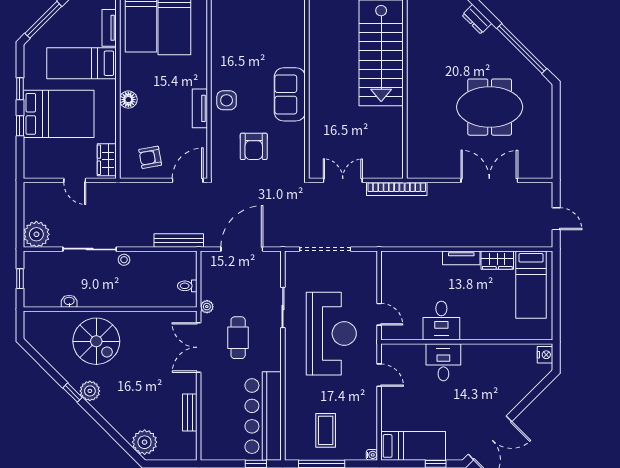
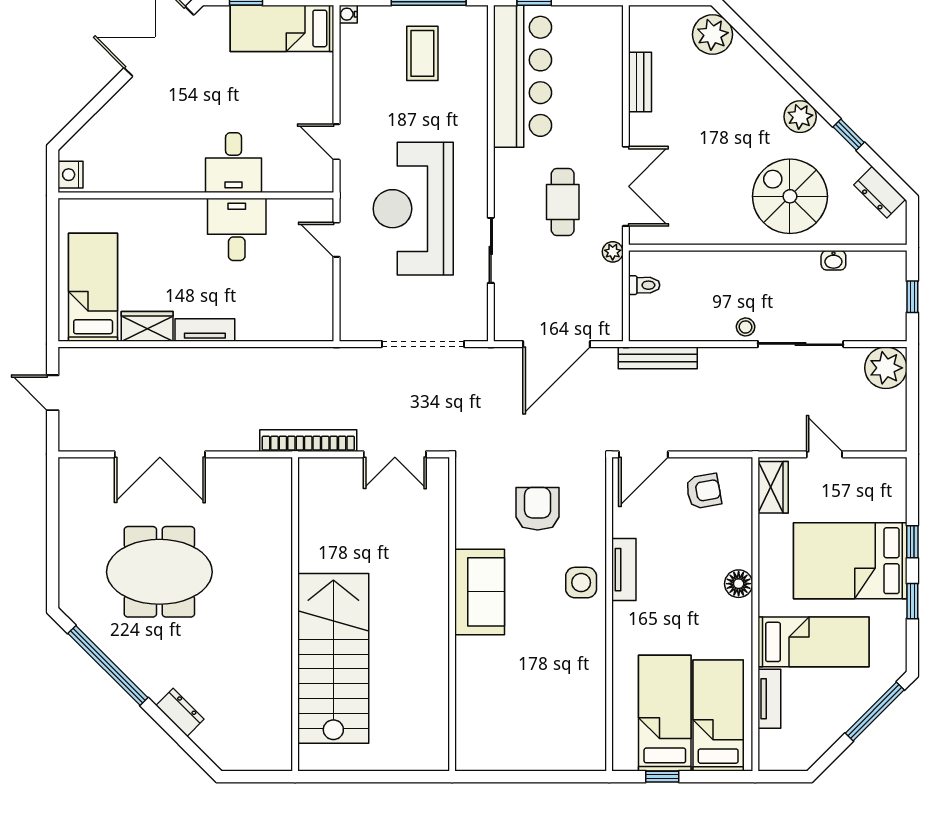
dresser: (40, 344) -> (880, 192), added
window: (73, 393) -> (849, 135), moved

